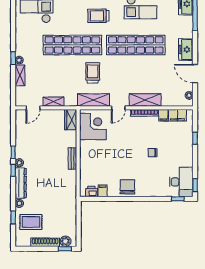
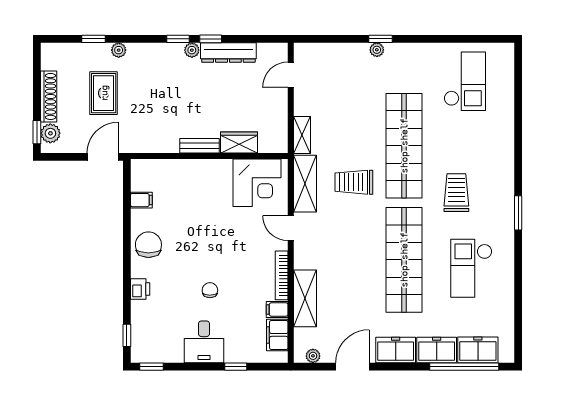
freezer: (186, 27) -> (437, 350), added
trolley: (93, 73) -> (354, 182), turned 180
shelving: (20, 75) -> (349, 51), removed
shelving: (145, 100) -> (305, 298), moved
shelving: (53, 102) -> (302, 135), moved
door: (33, 108) -> (291, 75), hinge flipped
wardrobe: (71, 120) -> (239, 143), moved
desk: (181, 182) -> (204, 342), moved, width x0.73
dresser: (21, 183) -> (228, 53), moved
chair: (127, 187) -> (148, 245), turned -90
printer: (91, 191) -> (140, 289), moved
door: (79, 212) -> (103, 157), added
rug: (31, 222) -> (104, 93), moved

